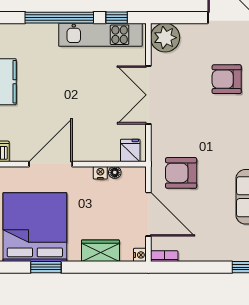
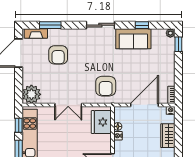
double door: (148, 95) -> (68, 105), width x0.73
fridge: (130, 150) -> (101, 122), width x1.88, depth x1.34
armchair: (181, 173) -> (106, 86), moved

